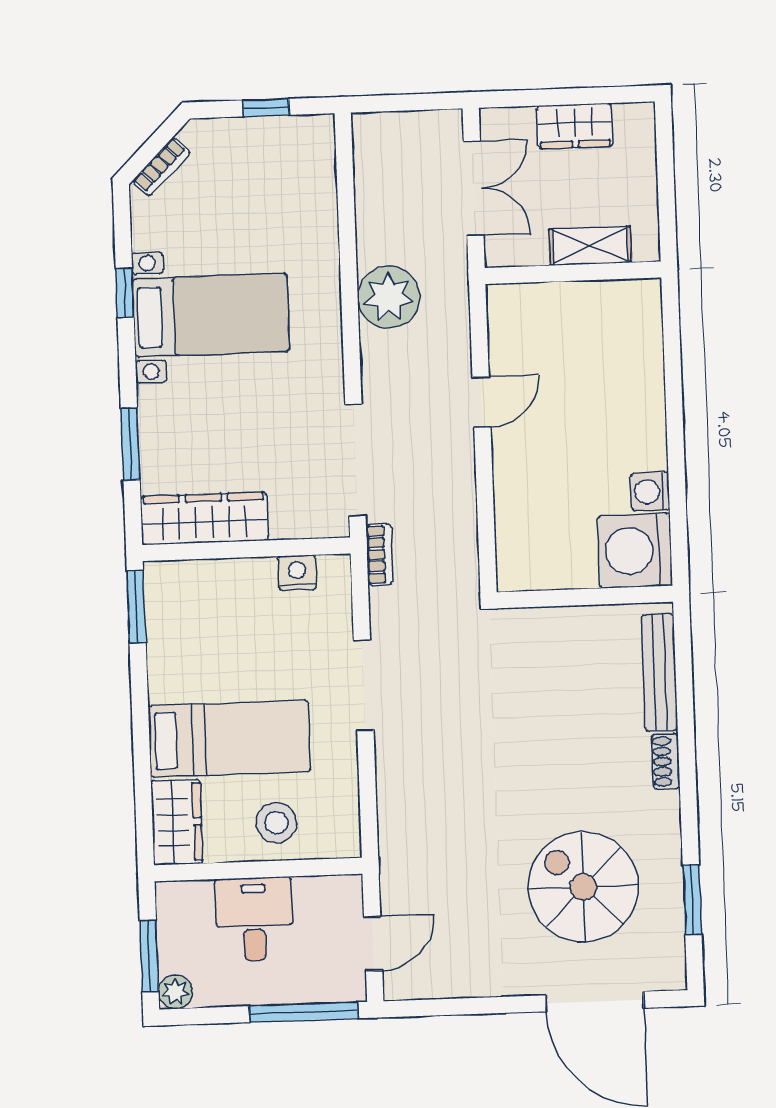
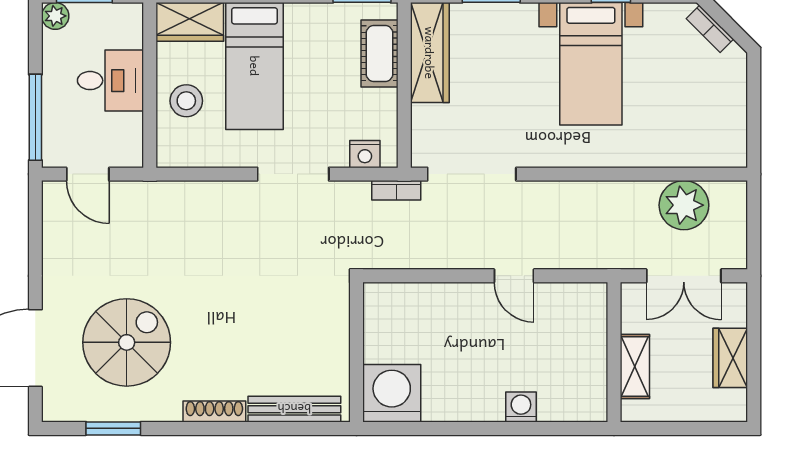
window: (266, 108) -> (754, 114), removed
plant: (389, 297) -> (684, 205), moved
washing machine: (650, 491) -> (521, 407), moved
nightstand: (297, 573) -> (365, 154), moved, turned 90
cot: (208, 582) -> (380, 53), added
shoe rack: (666, 761) -> (214, 411), width x1.43

